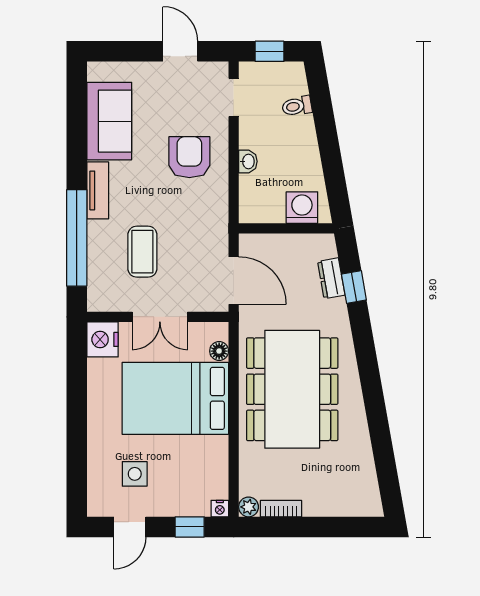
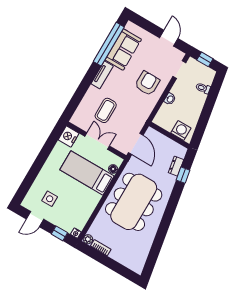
window: (77, 238) -> (109, 44), moved
double door: (160, 317) -> (97, 141), swing flipped
bed: (175, 398) -> (87, 173), width x0.67

